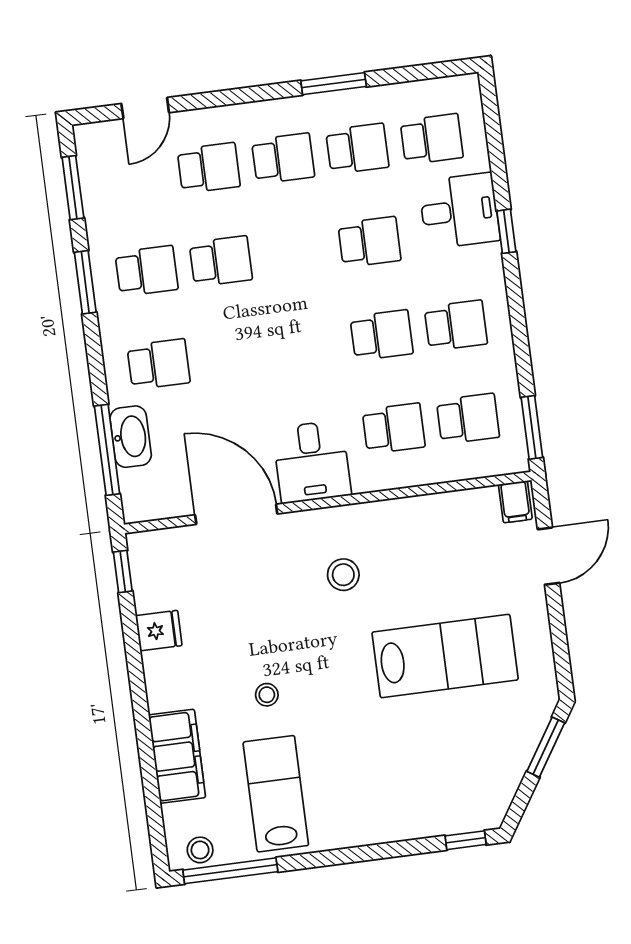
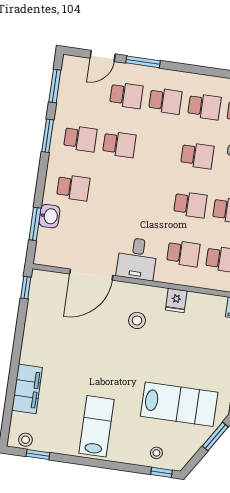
window: (334, 84) -> (143, 62), moved
washbasin: (131, 437) -> (49, 216), width x0.72
window: (107, 450) -> (35, 224), width x0.69
door: (236, 514) -> (91, 275), swing flipped
fridge: (159, 631) -> (176, 300), moved, turned 90
lab bench: (445, 656) -> (179, 404), moved
stool: (267, 695) -> (156, 453), moved
lab bench: (276, 794) -> (96, 426), moved
window: (230, 871) -> (38, 455), width x0.46

